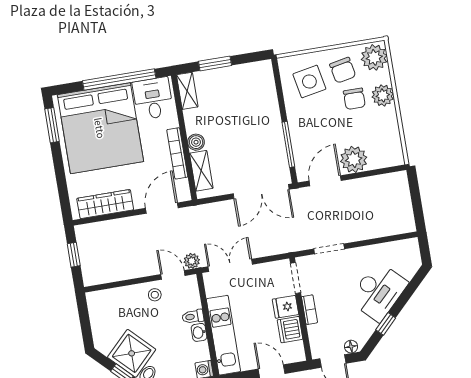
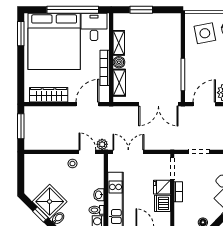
shelving: (187, 91) -> (119, 43), moved
window: (74, 255) -> (21, 126), width x1.50
toilet: (193, 317) -> (96, 210), moved

